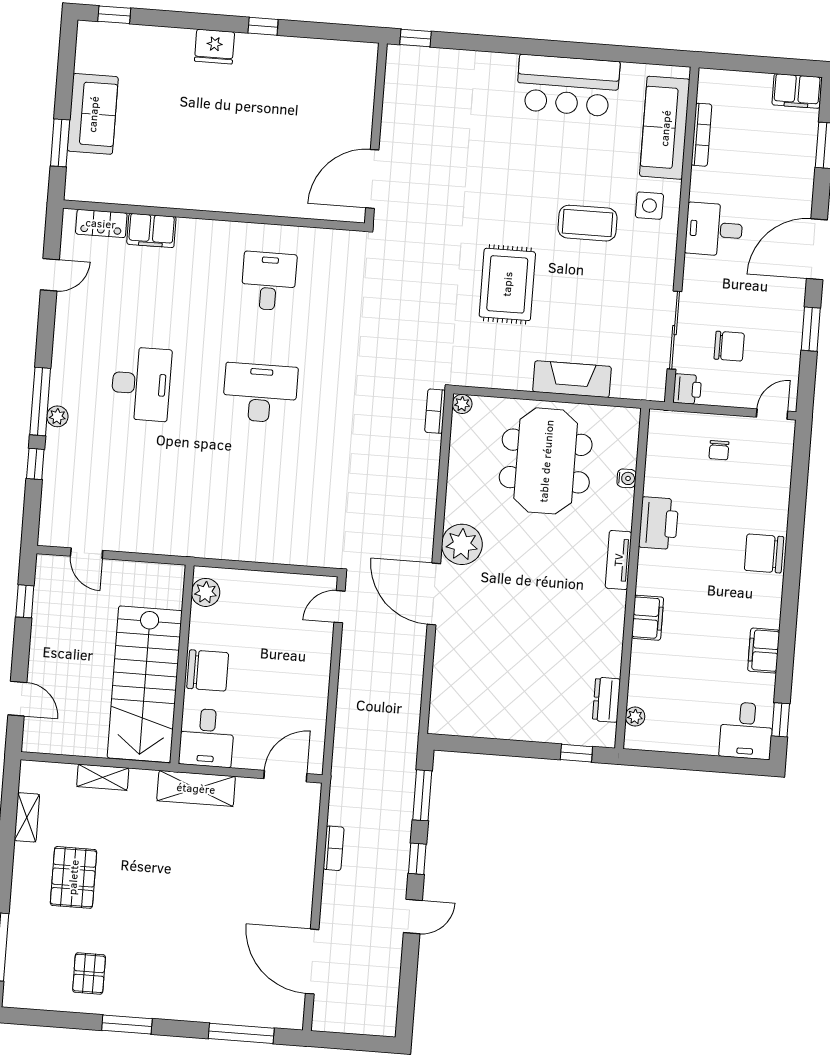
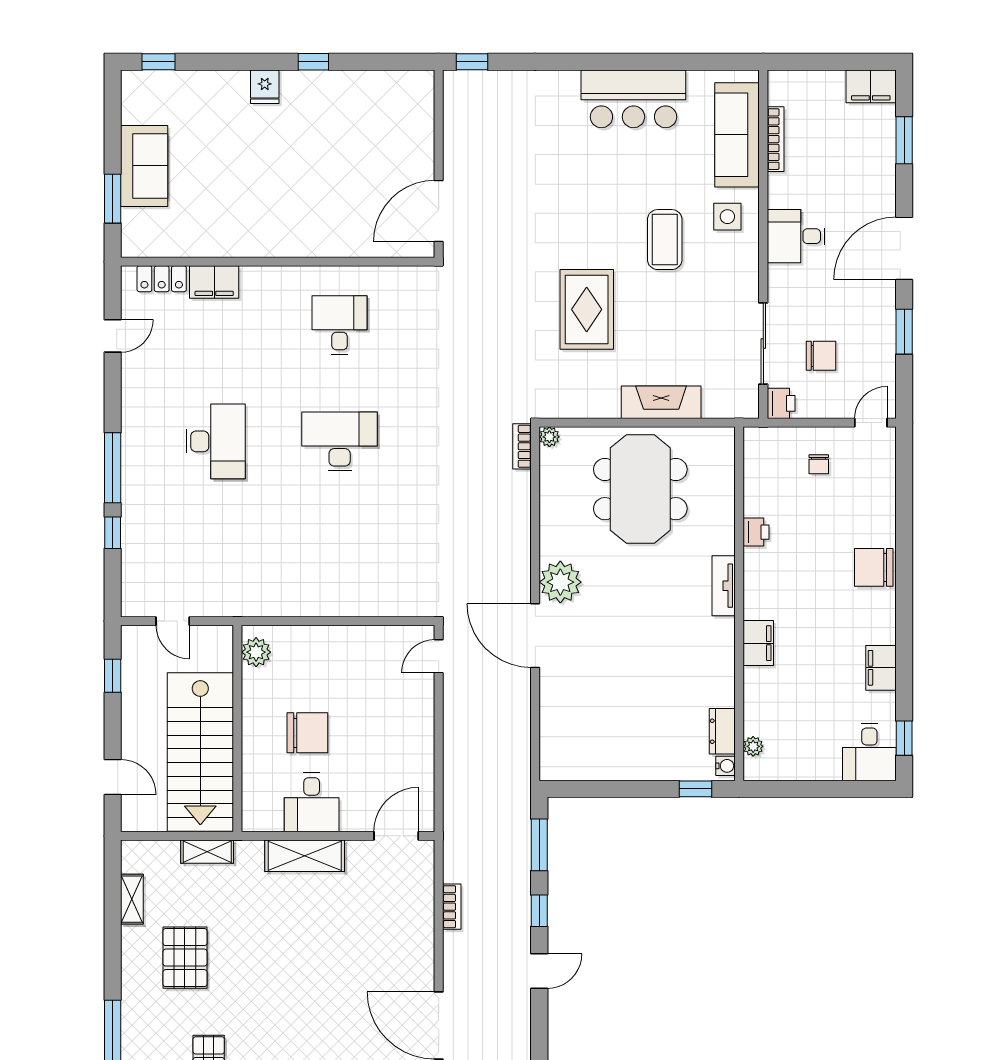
fridge: (214, 47) -> (265, 87), width x0.72
coffee table: (588, 223) -> (665, 240), turned 90
plant: (57, 416) -> (132, 482), removed
water cooler: (627, 478) -> (725, 766), moved
printer: (659, 523) -> (756, 532), width x0.53, depth x0.68
plant: (206, 592) -> (256, 652), moved
wall: (182, 664) -> (237, 728), moved
stairs: (145, 684) -> (200, 752), moved

